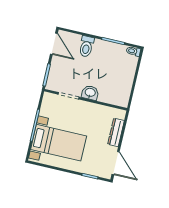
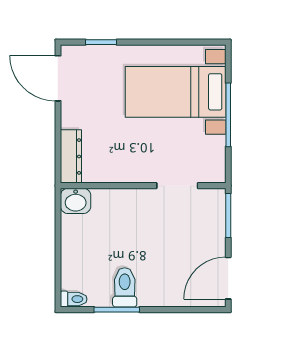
door: (54, 44) -> (228, 278), hinge flipped
toilet: (86, 46) -> (125, 287), moved
washbasin: (90, 93) -> (76, 201), moved
dresser: (116, 132) -> (71, 156), moved

